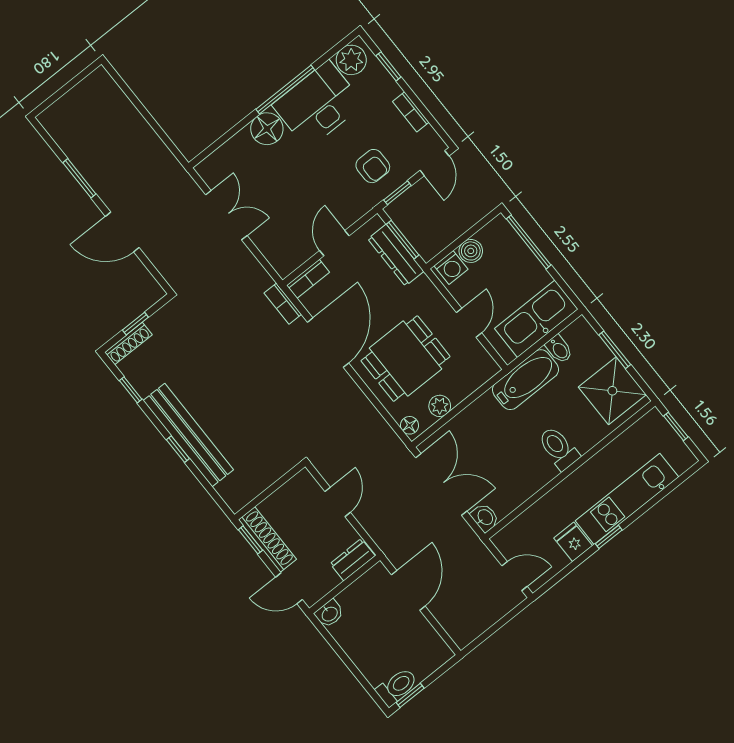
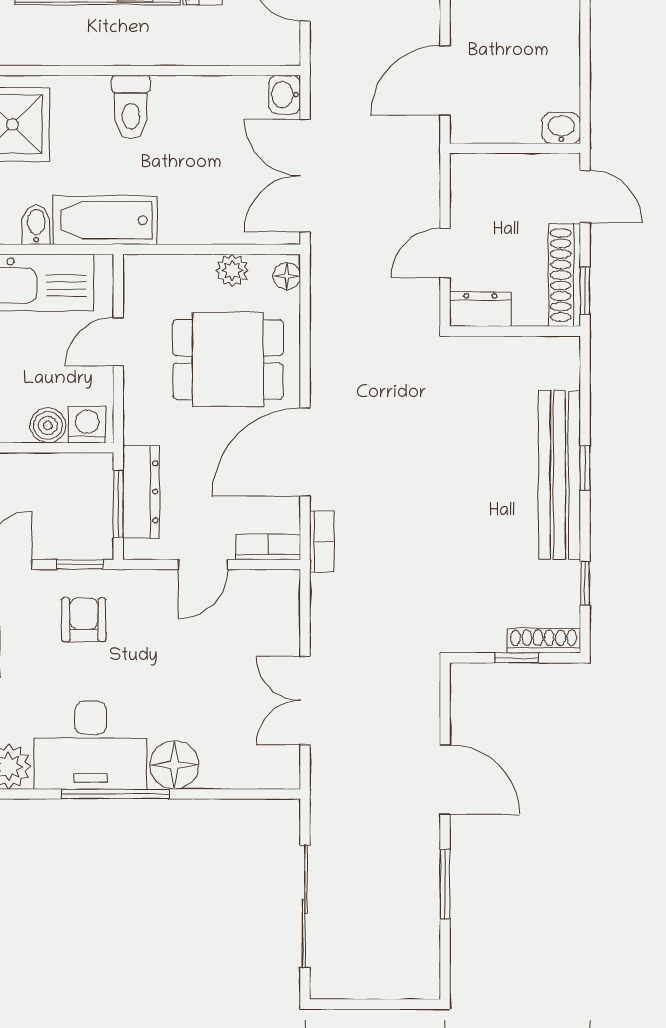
sliding door: (142, 110) -> (305, 906), added
dresser: (353, 560) -> (480, 309), moved, turned 180

